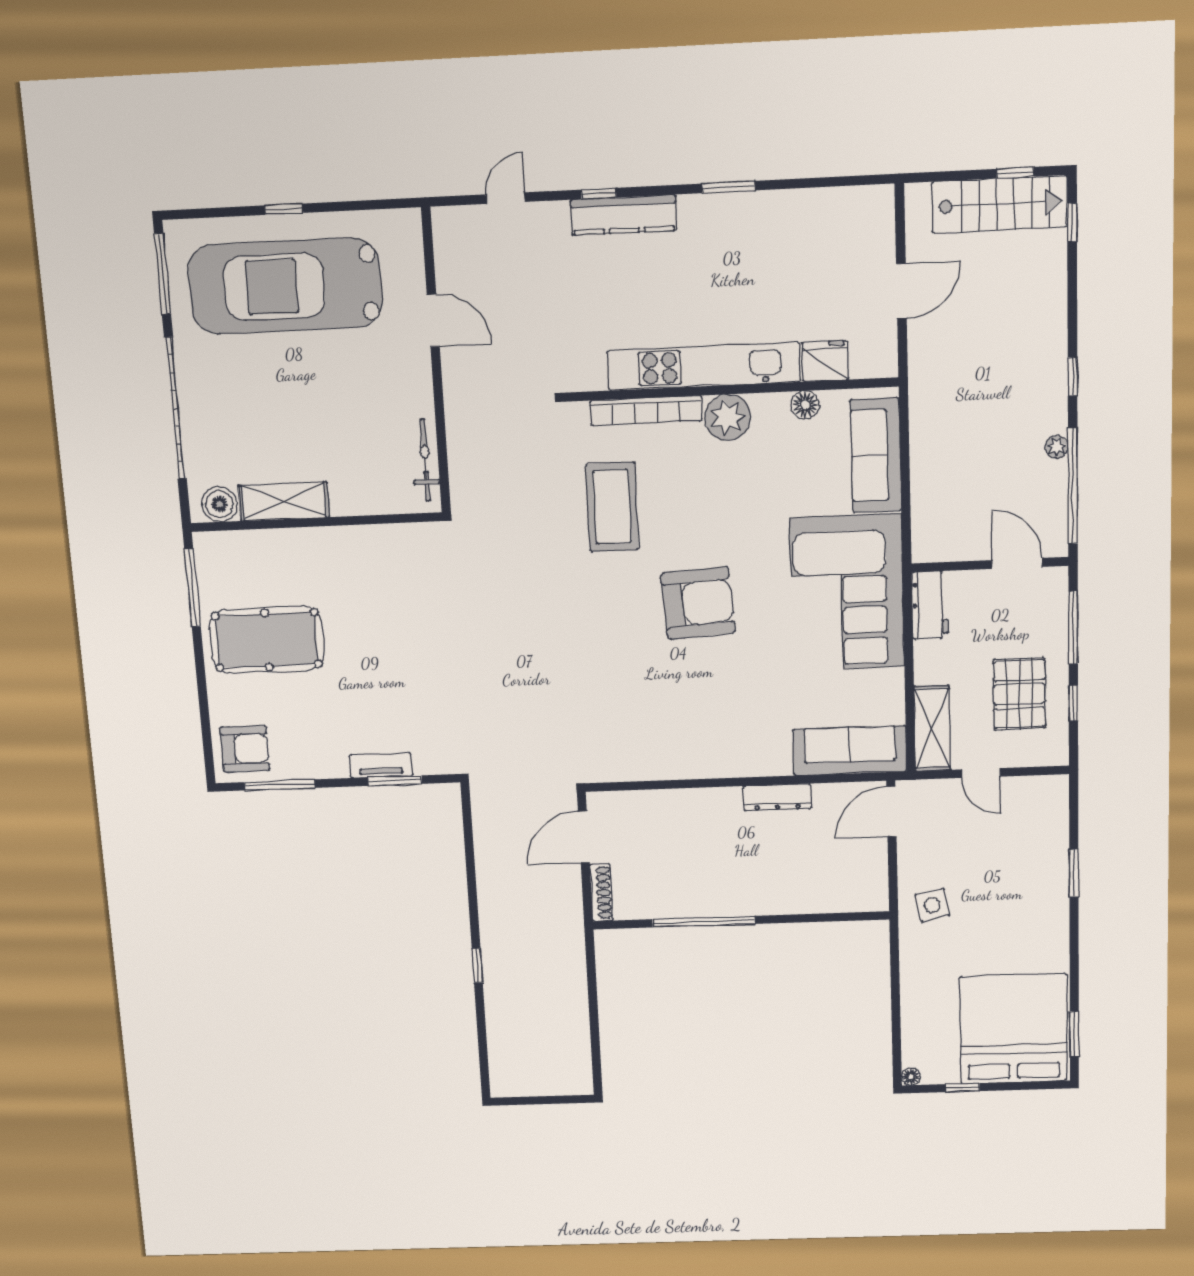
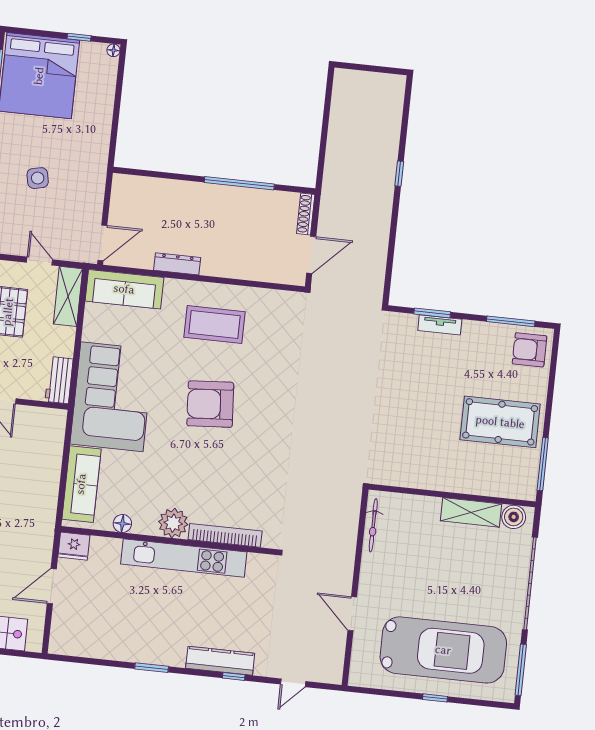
fridge: (825, 361) -> (74, 546), moved
coffee table: (612, 507) -> (214, 324), moved, turned 90
side table: (932, 905) -> (38, 178), moved

